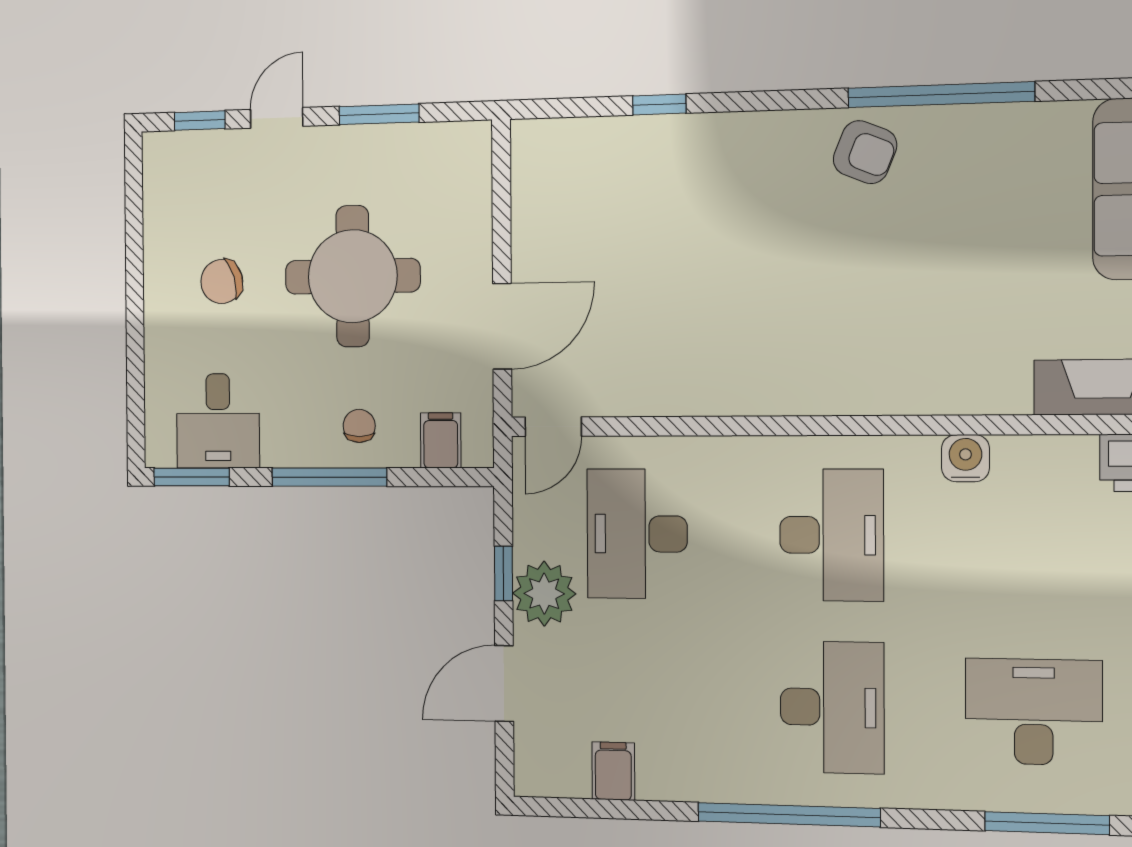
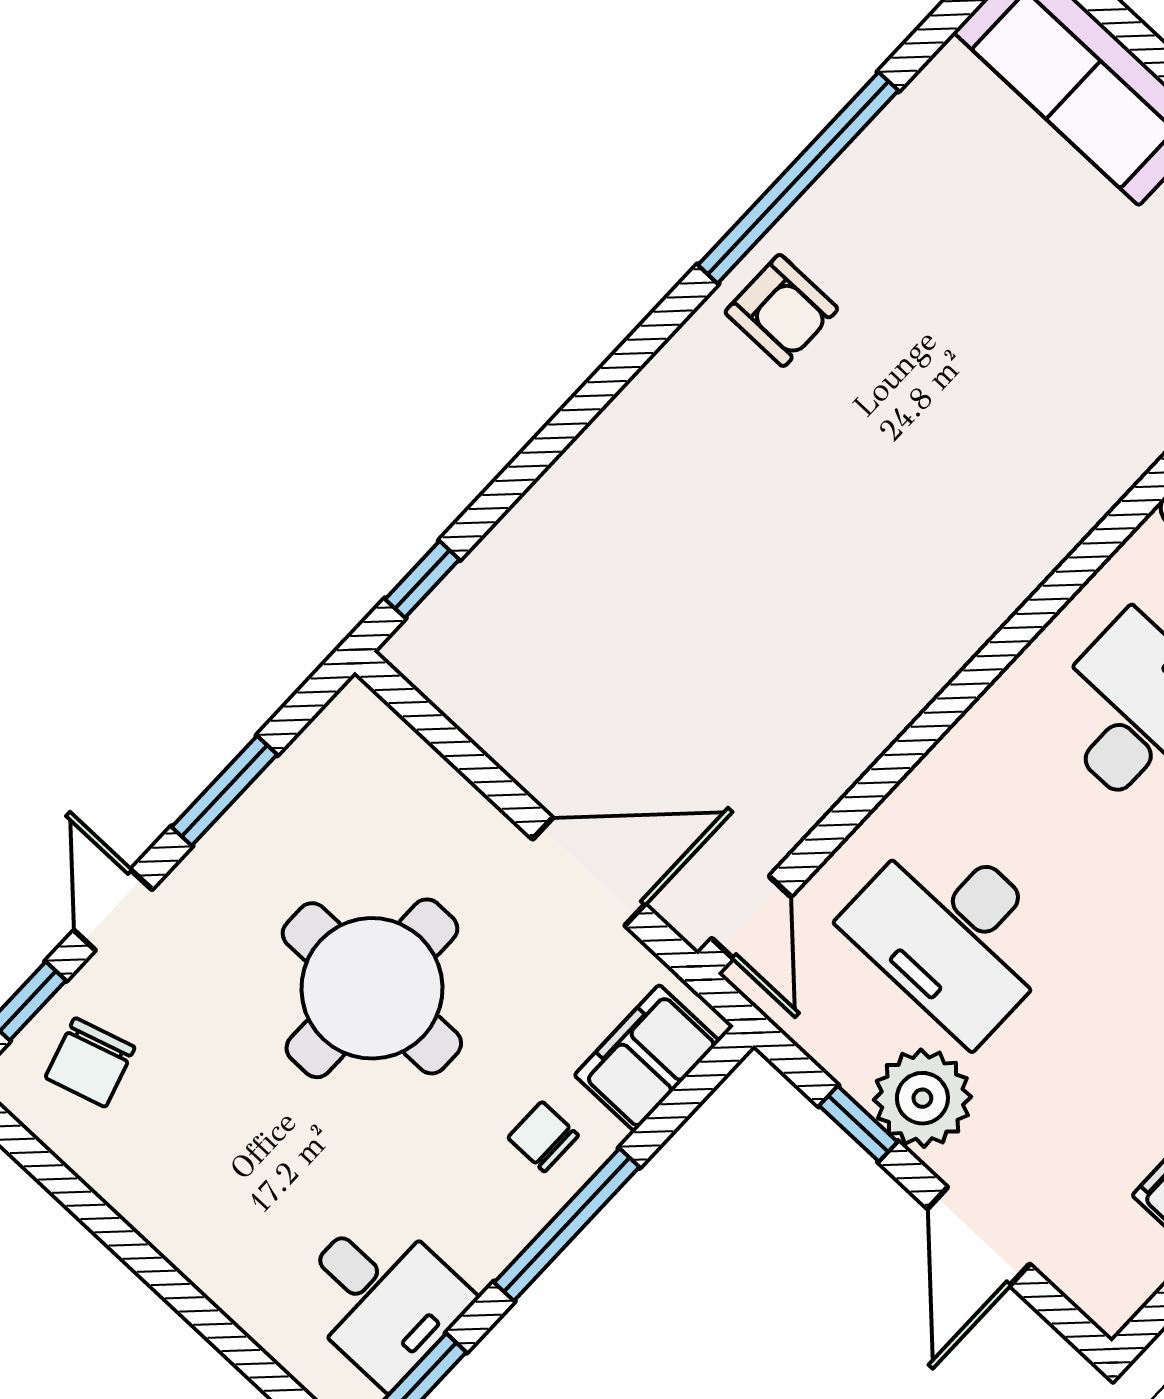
window: (659, 105) -> (422, 579), moved
armchair: (865, 152) -> (781, 310), turned 68
chair: (222, 281) -> (90, 1062), moved
door: (502, 326) -> (589, 872), hinge flipped
filing cabinet: (441, 440) -> (647, 1058), width x2.00

